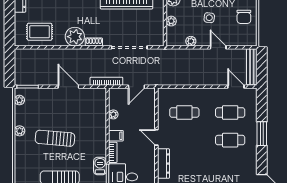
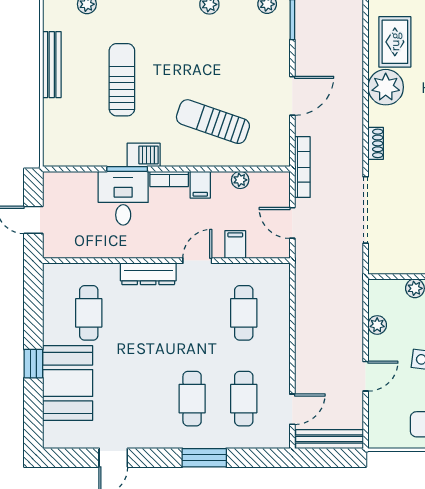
plant: (75, 37) -> (386, 87), moved
filing cabinet: (148, 117) -> (235, 245), added
sun lounger: (55, 138) -> (213, 122), moved, turned -76

